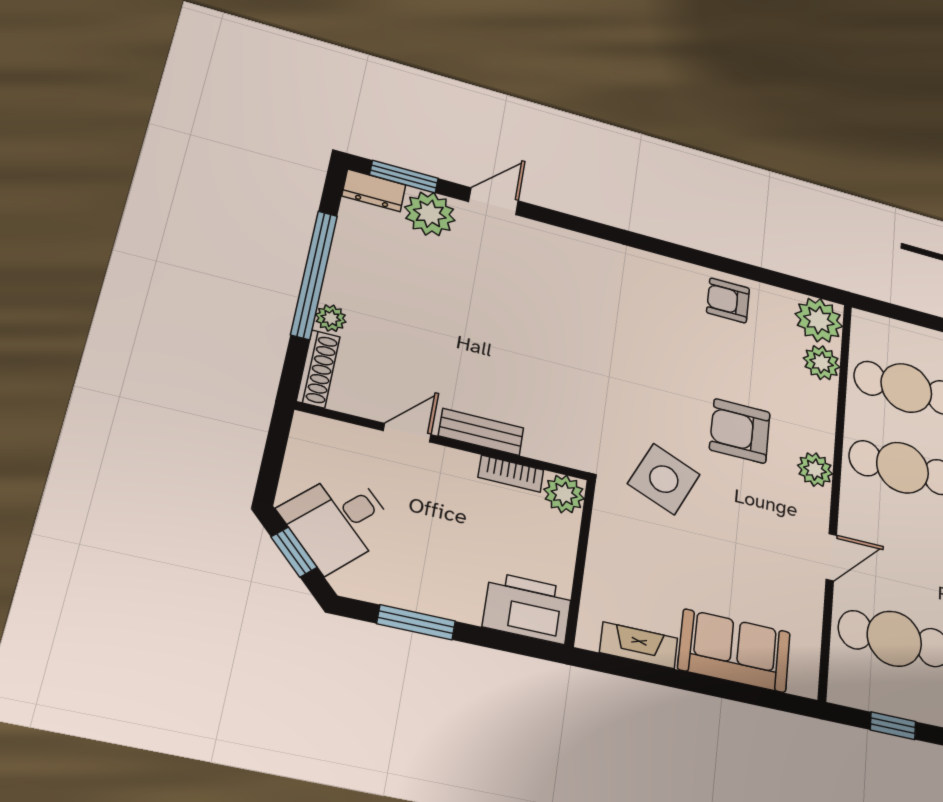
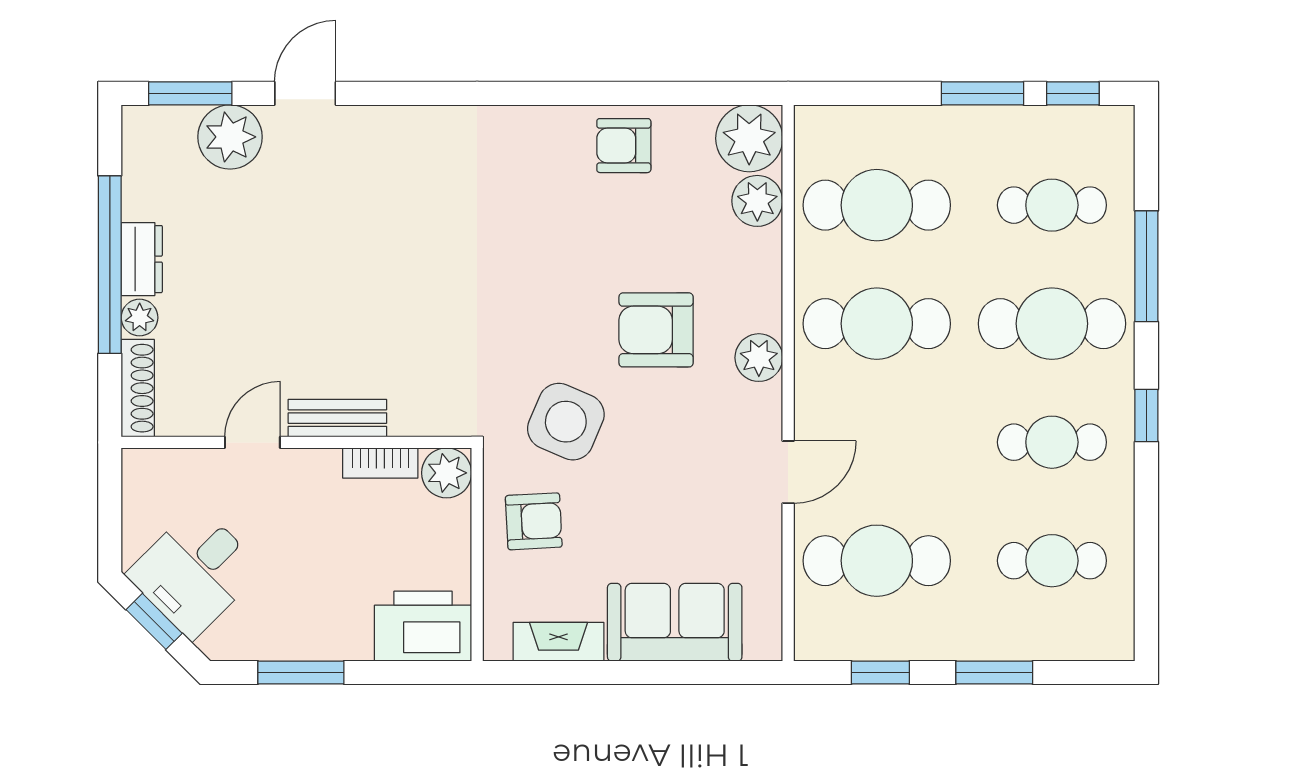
dresser: (374, 190) -> (142, 259), moved, turned -90
armchair: (630, 547) -> (534, 521), added

